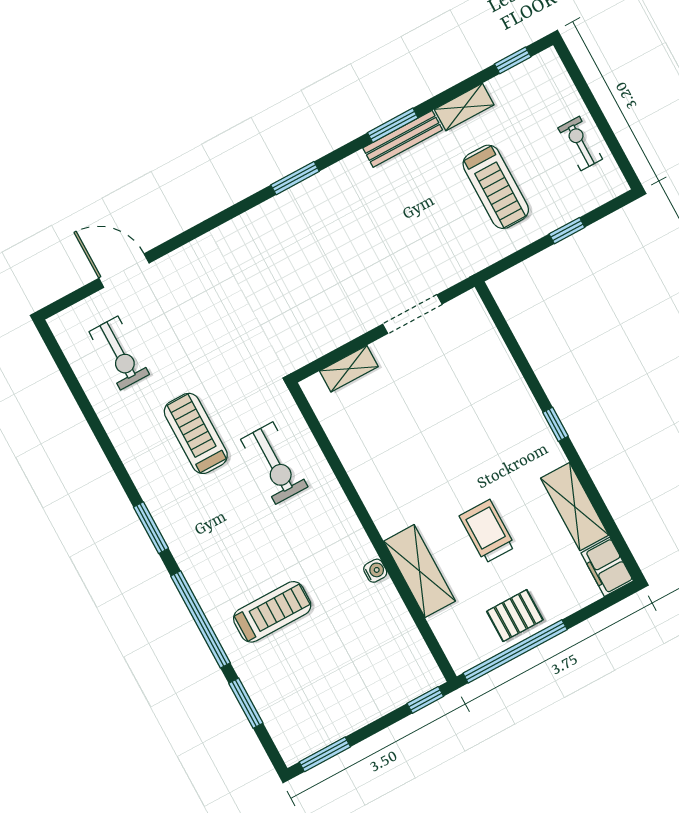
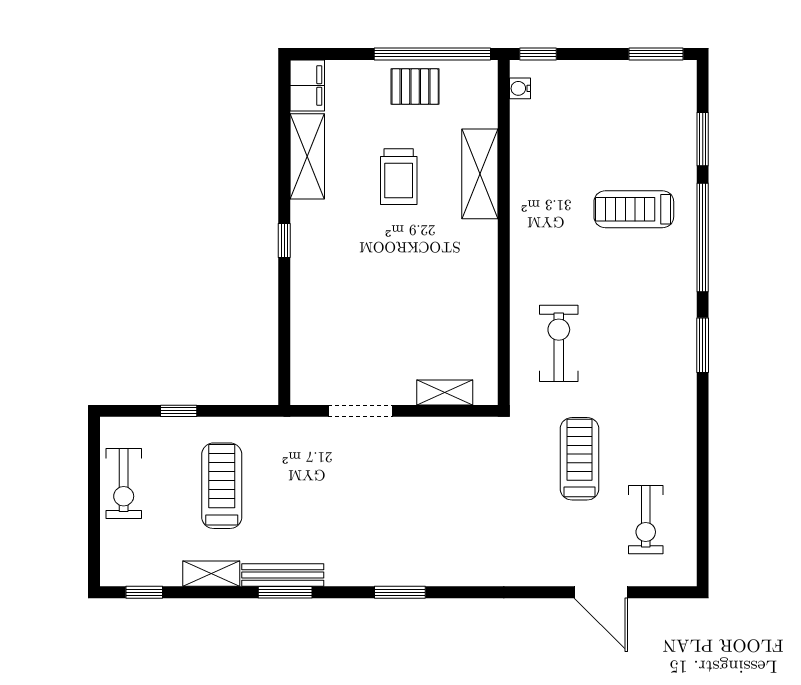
exercise bike: (580, 143) -> (124, 484), width x1.38, depth x1.39
exercise bike: (119, 353) -> (646, 520), turned 180
treadmill: (196, 433) -> (580, 459), moved, turned 180
water cooler: (375, 571) -> (520, 88), moved

